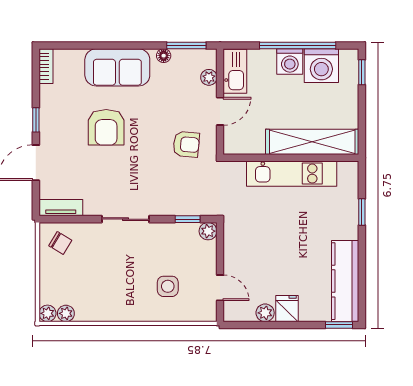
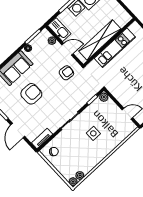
door: (220, 111) -> (67, 49), hinge flipped
armchair: (106, 127) -> (31, 94), turned -90
shelving: (312, 142) -> (100, 40), moved
side table: (168, 286) -> (93, 133), moved

